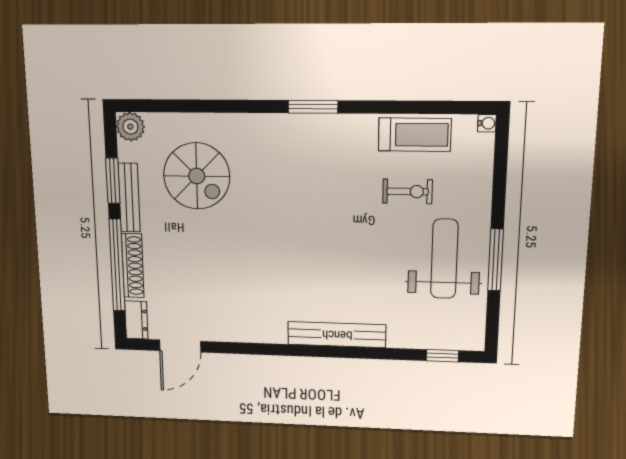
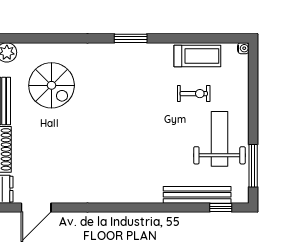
window: (496, 260) -> (253, 166), moved
bench: (337, 335) -> (197, 195), moved

